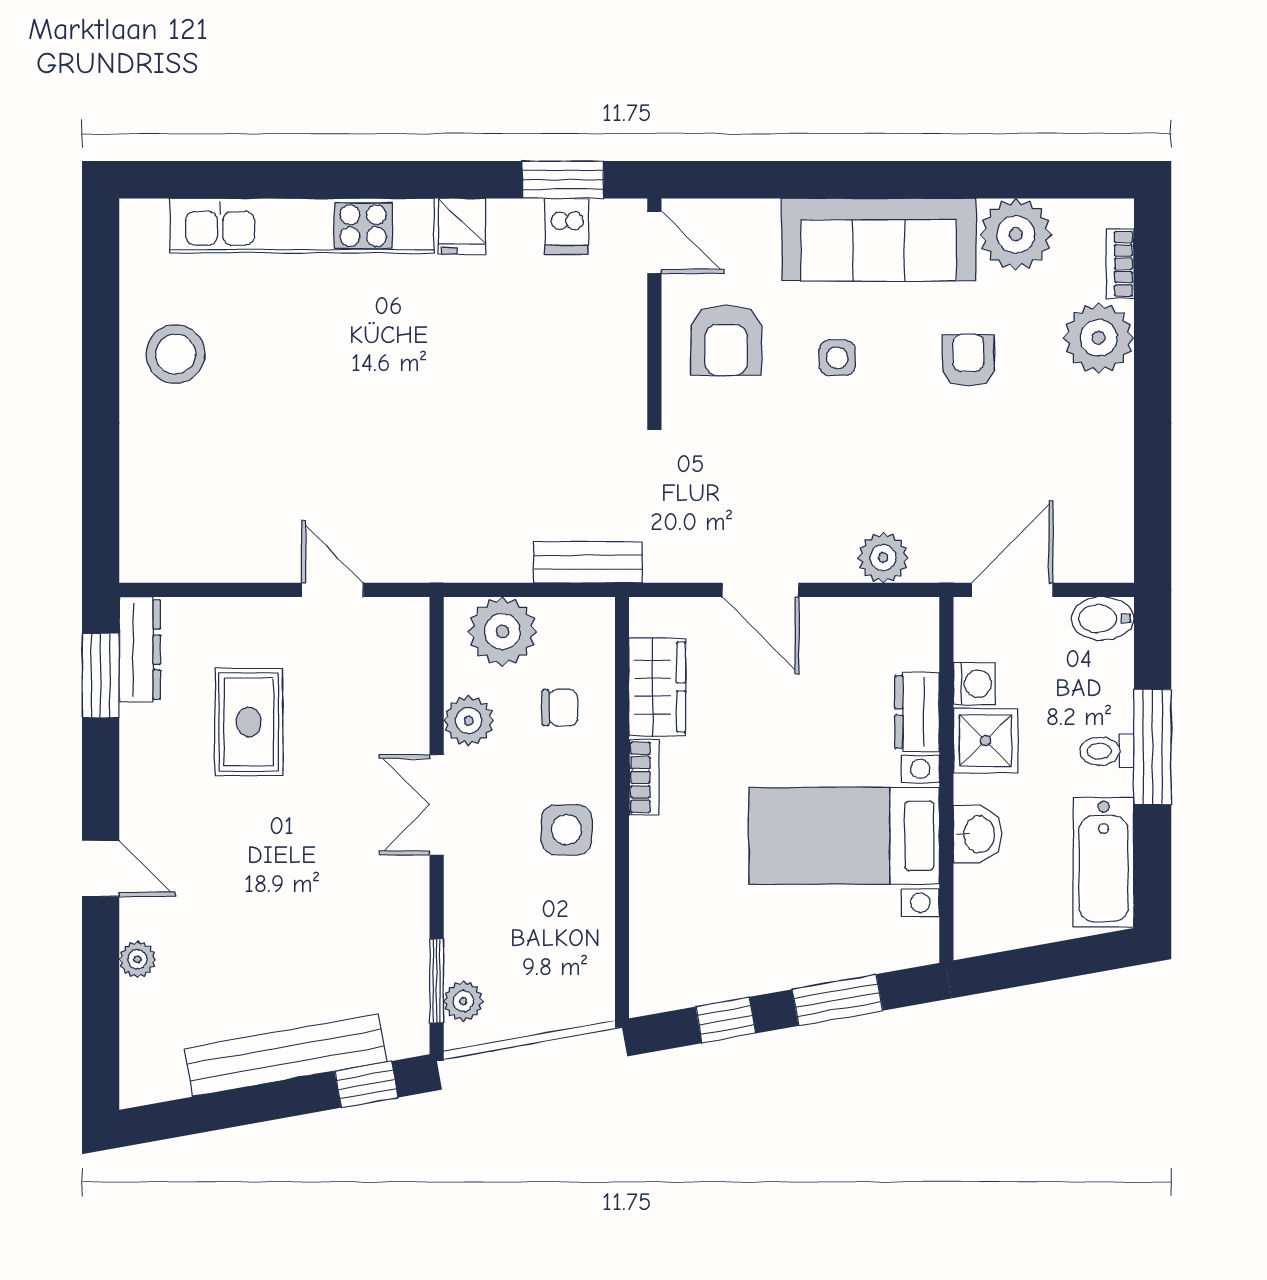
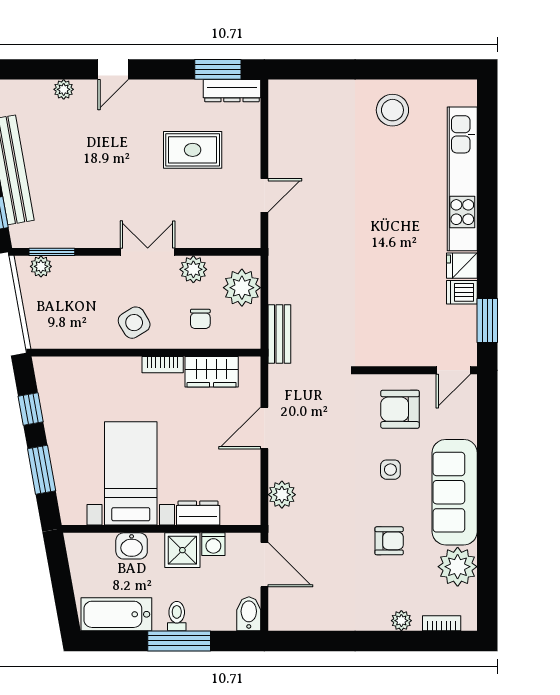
dishwasher: (567, 226) -> (462, 292), moved
plant: (1099, 338) -> (401, 621), width x0.53, depth x0.53
side table: (567, 830) -> (134, 323), turned -31

